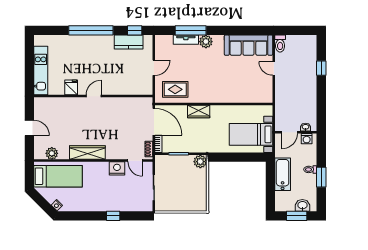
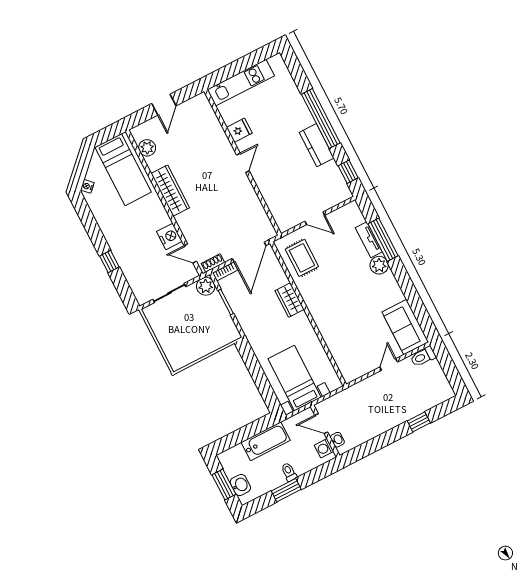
kitchen counter: (129, 42) -> (317, 145), moved
sofa: (248, 45) -> (405, 327), width x0.73
door: (94, 96) -> (243, 163), hinge flipped
door: (135, 161) -> (190, 253), hinge flipped
plant: (200, 162) -> (206, 286), moved

